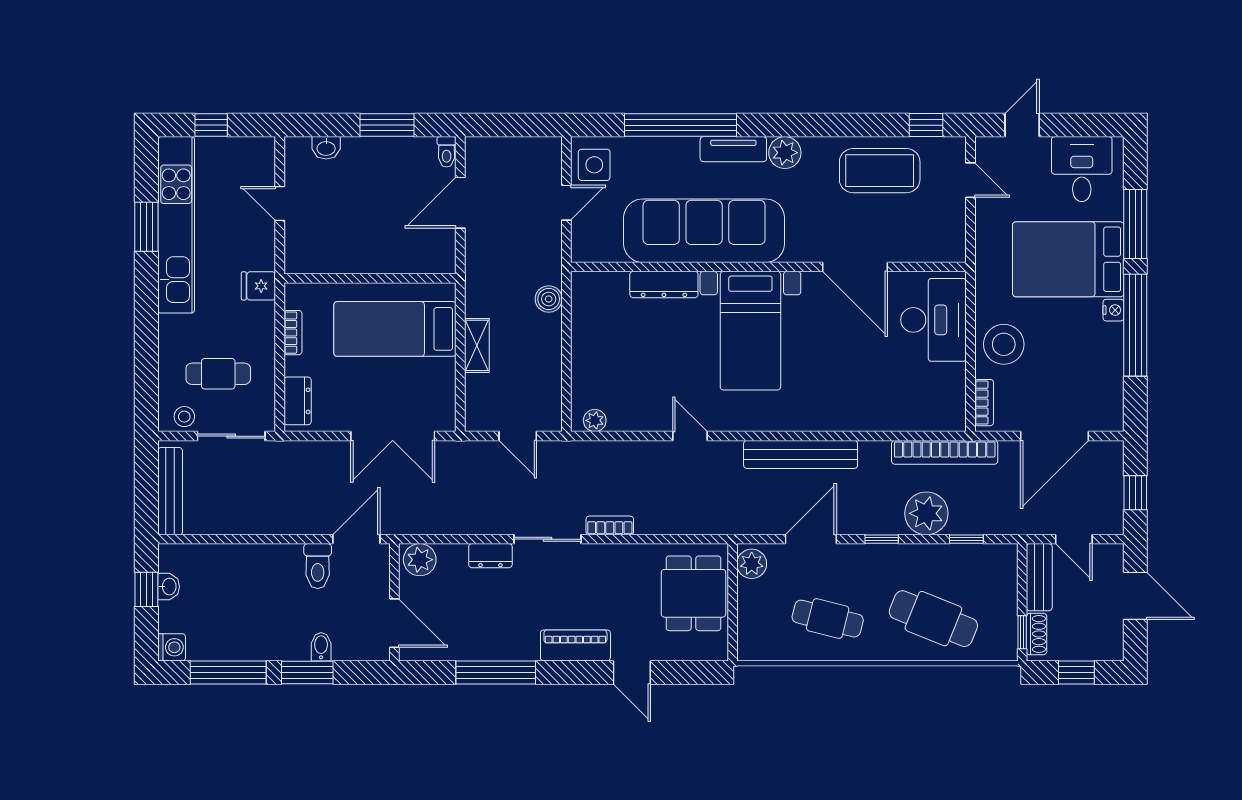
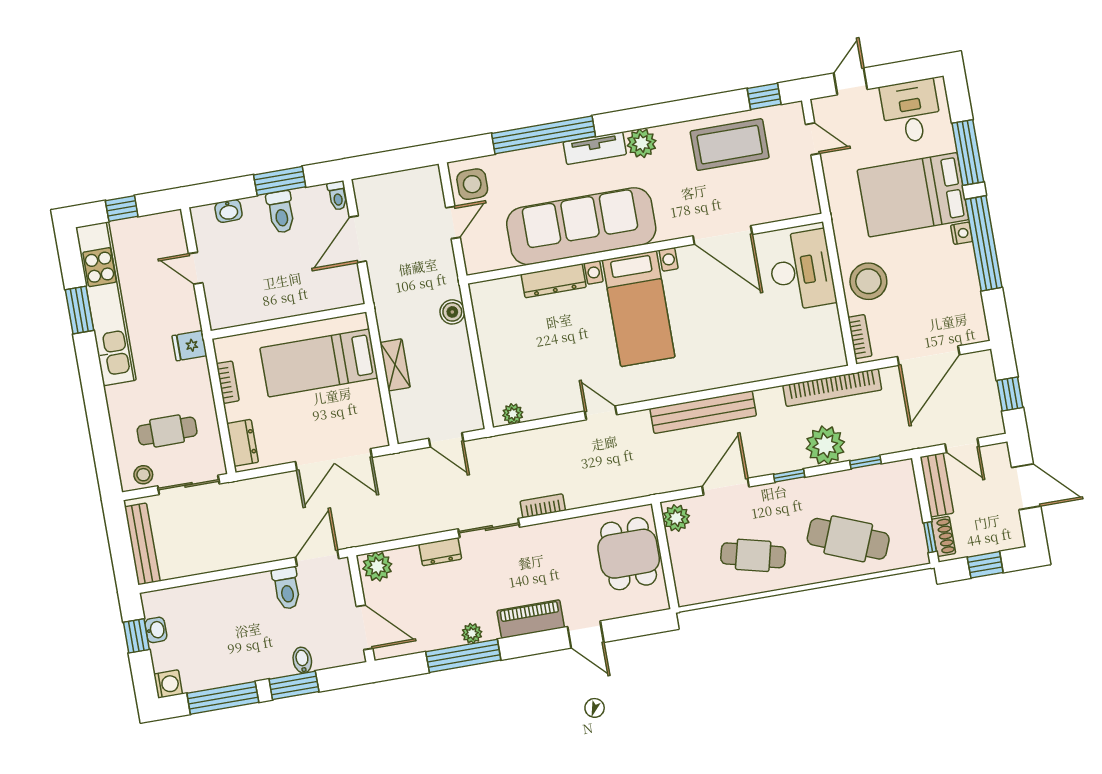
toilet: (382, 159) -> (281, 212), added
plant: (509, 650) -> (472, 633), added

